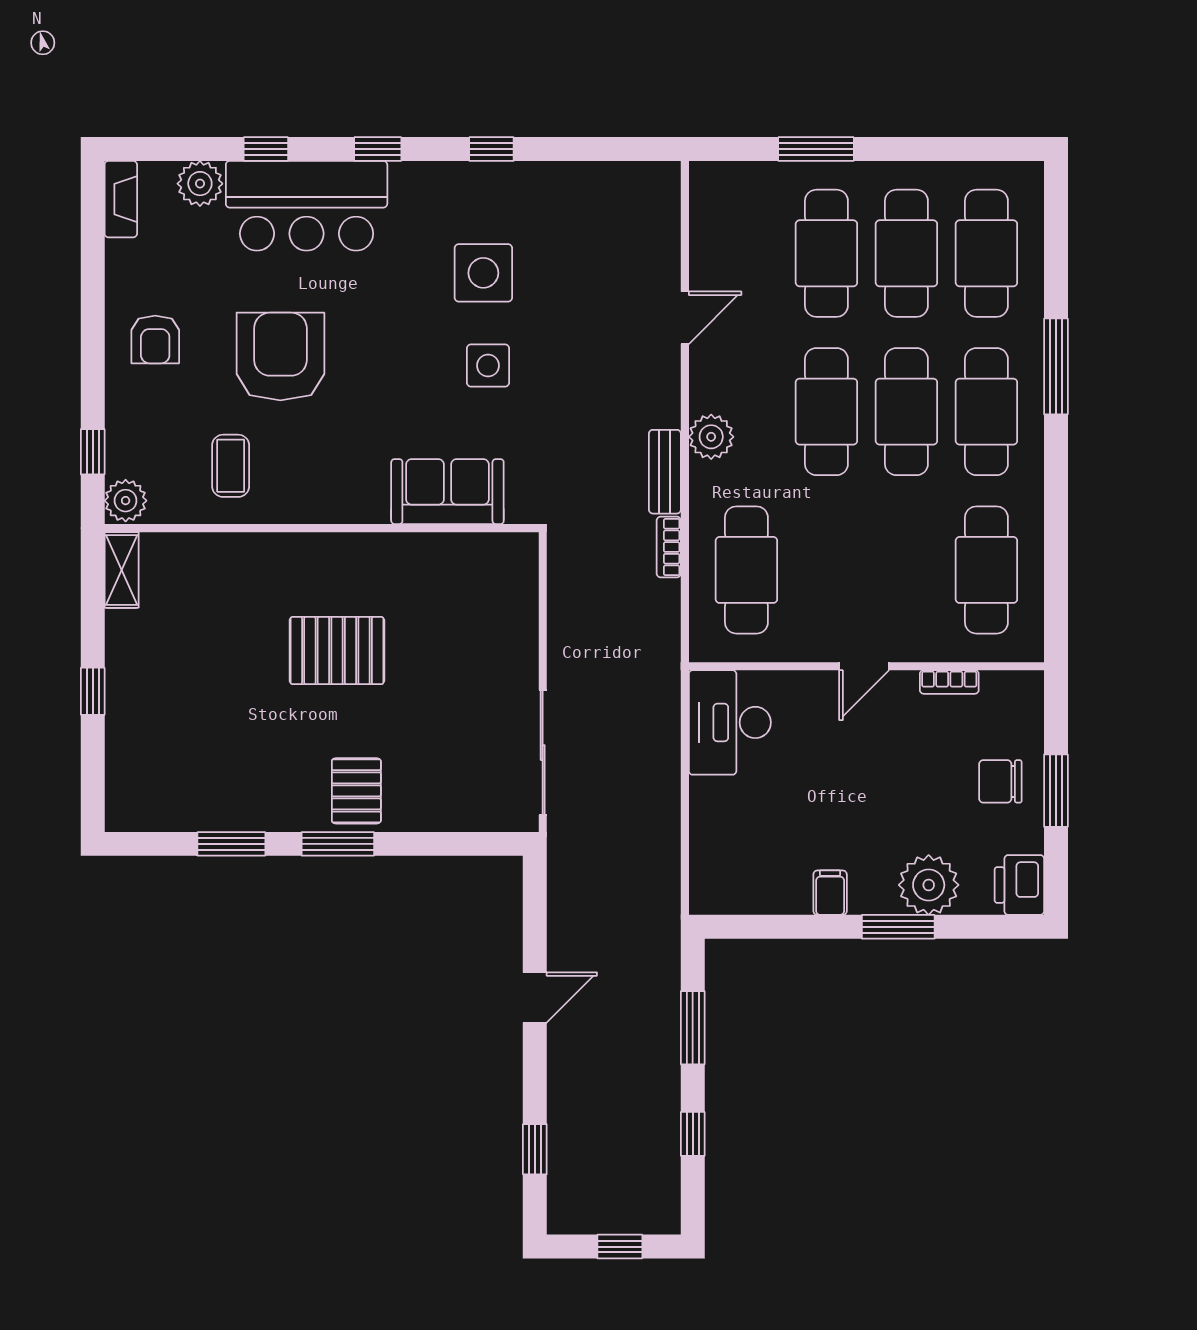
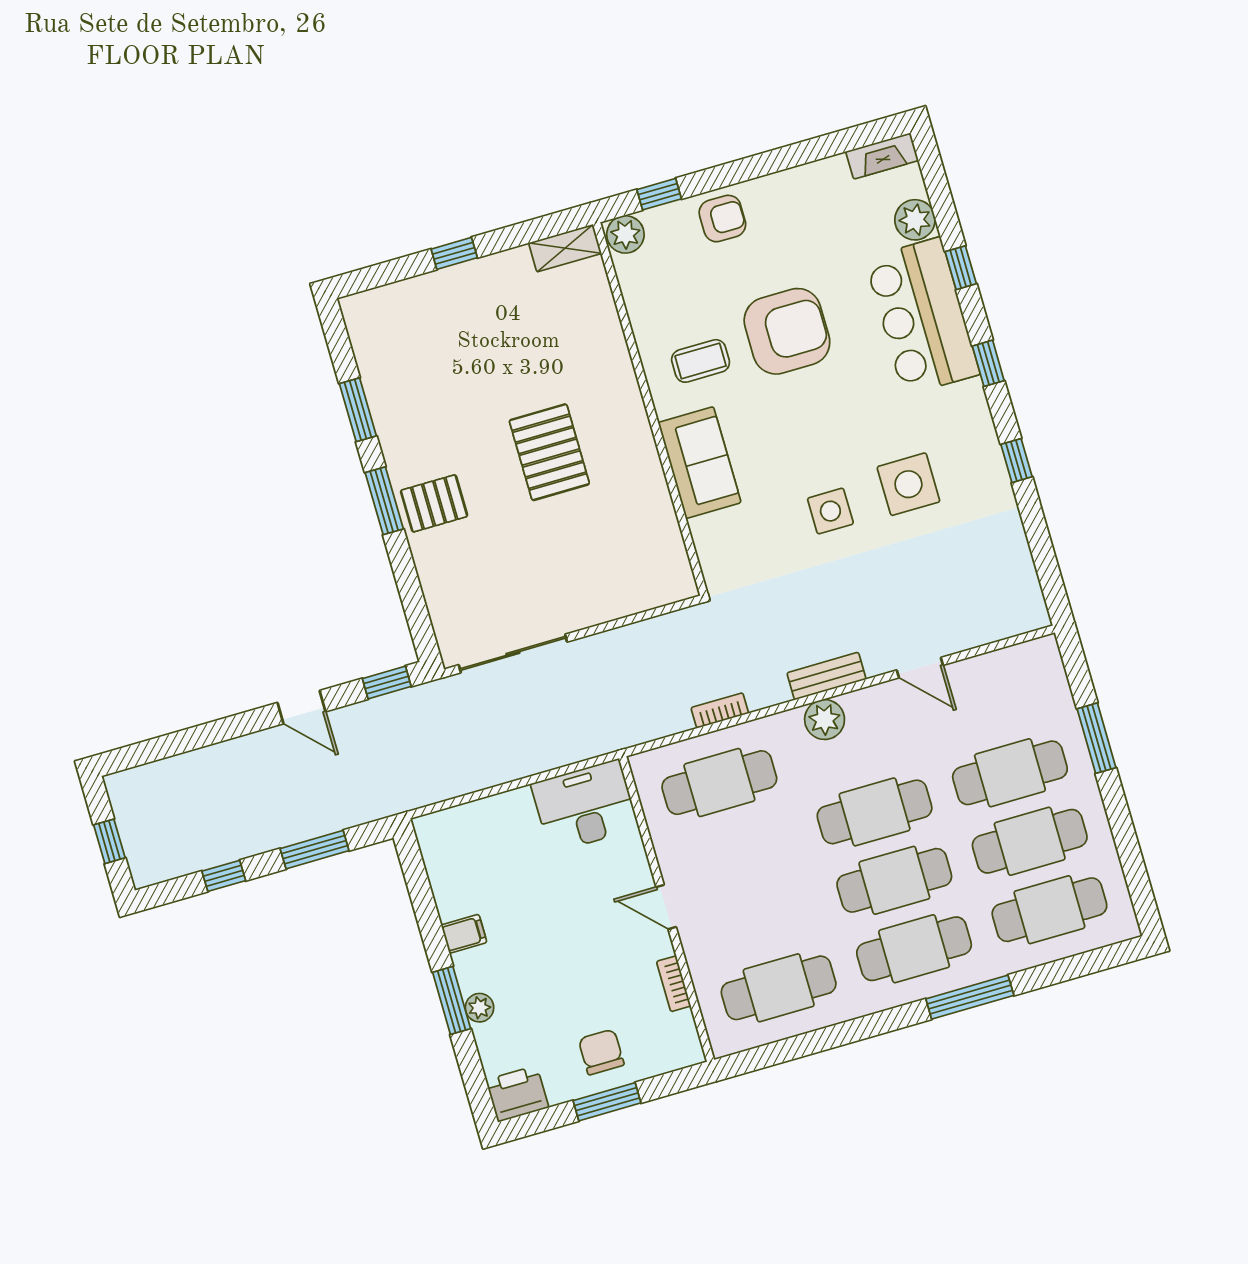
armchair: (155, 340) -> (722, 219), moved, turned 180
coffee table: (231, 466) -> (701, 361), moved
bench: (665, 472) -> (827, 676), moved
sofa: (447, 492) -> (700, 463), moved
plant: (929, 885) -> (479, 1008), width x0.53, depth x0.53
window: (535, 1149) -> (387, 683), moved

